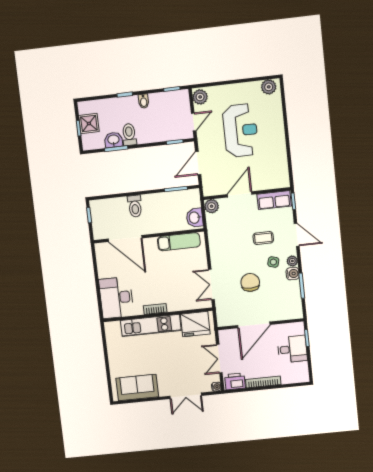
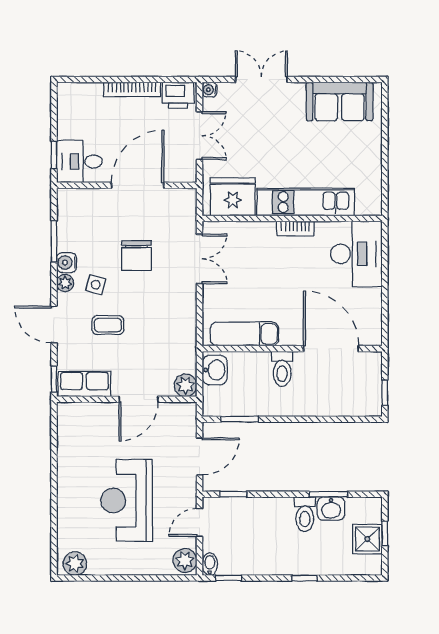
bidet: (144, 101) -> (210, 564), moved
toilet: (135, 206) -> (282, 369), moved, turned 180
desk: (292, 349) -> (79, 162), moved

